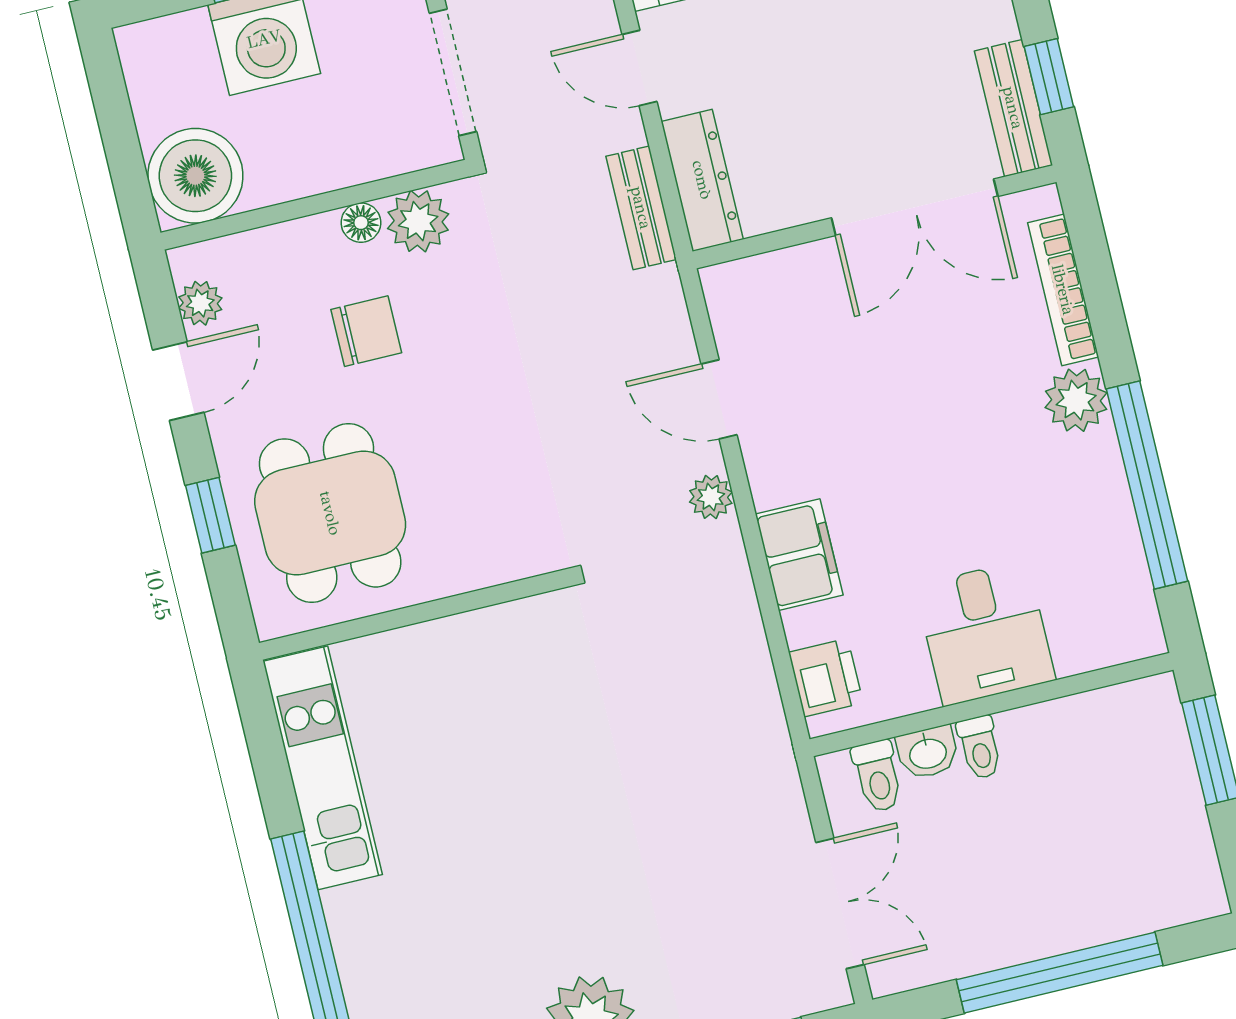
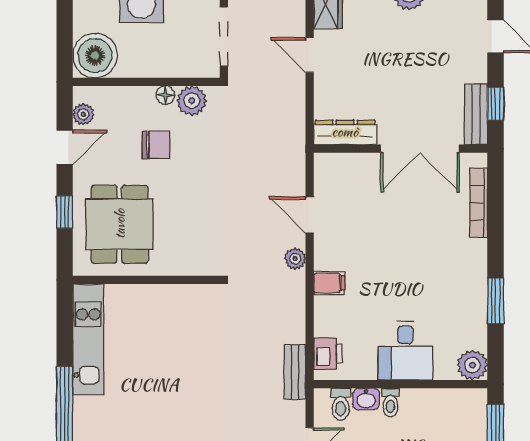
dresser: (702, 180) -> (345, 132), moved, turned -90
bench: (641, 208) -> (295, 372), moved
plant: (1076, 400) -> (472, 365), moved
window: (1147, 485) -> (496, 301), width x0.47
filing cabinet: (799, 555) -> (329, 283), width x0.50

